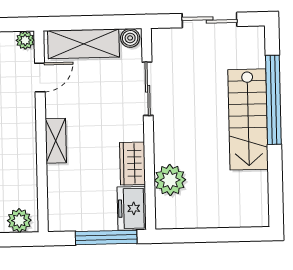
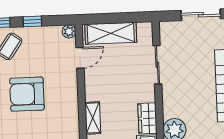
boiler: (130, 38) -> (144, 29), removed
shelving: (56, 141) -> (93, 118), moved

